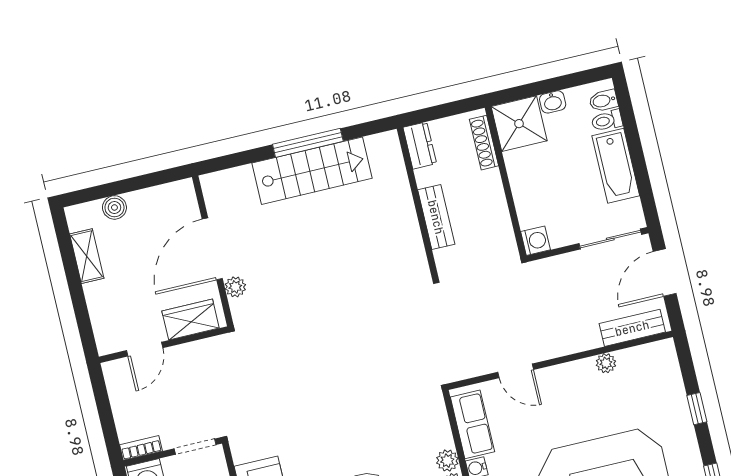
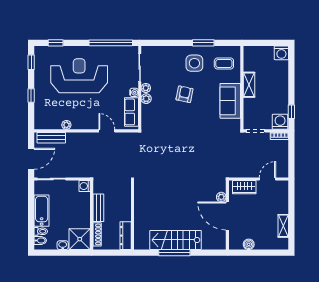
dresser: (420, 145) -> (126, 236), width x1.44
boiler: (114, 207) -> (249, 244), moved
bench: (436, 217) -> (98, 208), moved
door: (212, 249) -> (227, 216), swing flipped

